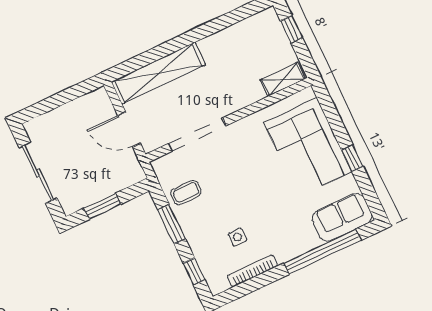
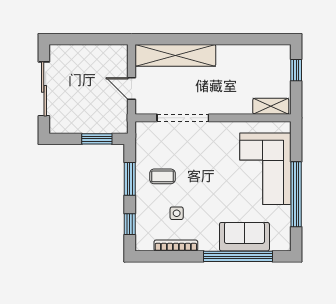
door: (129, 129) -> (132, 88), width x0.73
window: (352, 158) -> (296, 194), width x3.17
coffee table: (186, 193) -> (162, 176), moved
window: (102, 206) -> (97, 139), moved
sofa: (342, 217) -> (244, 237), moved

